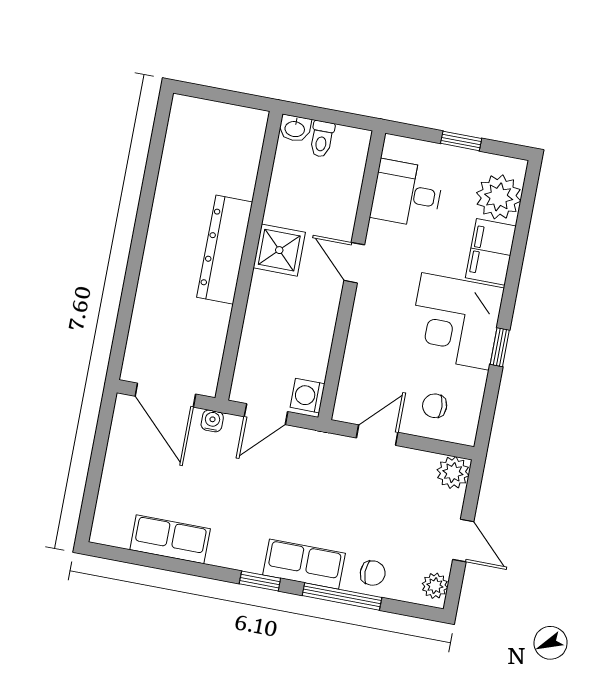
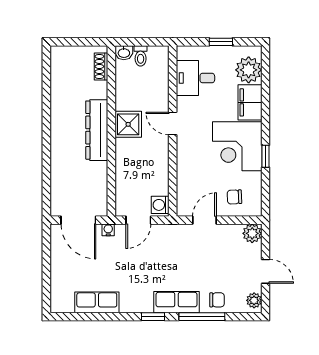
shoe rack: (252, 144) -> (101, 66), added

